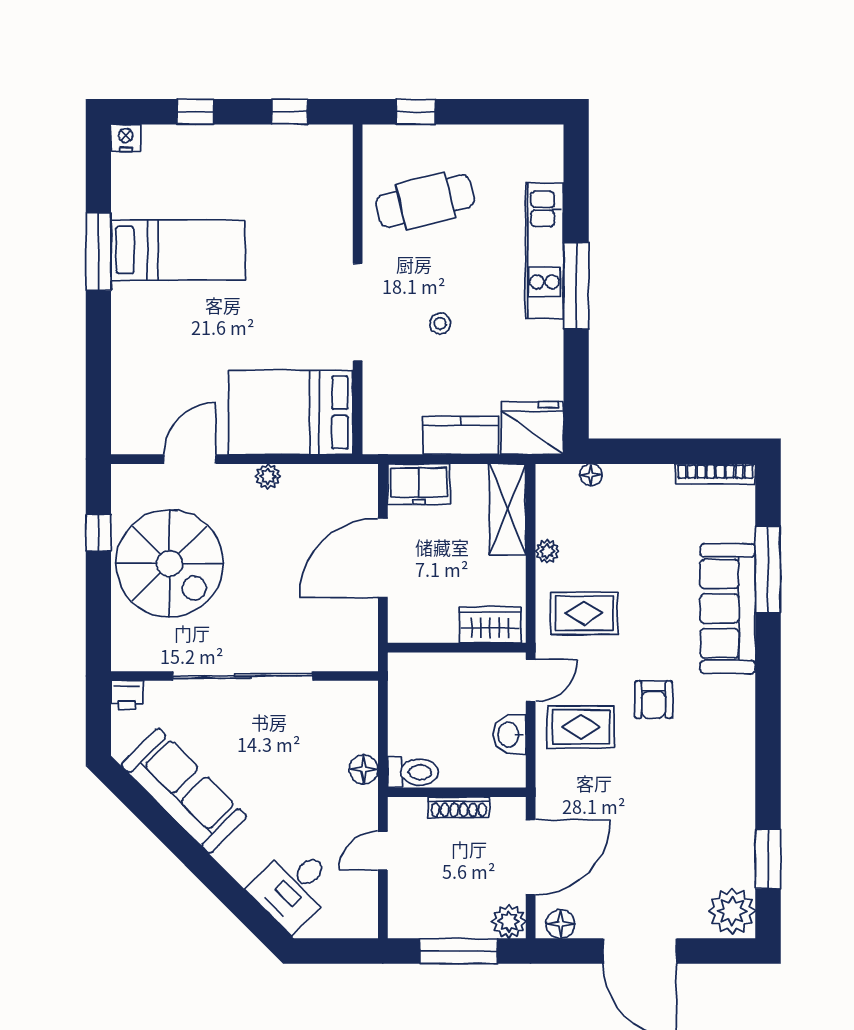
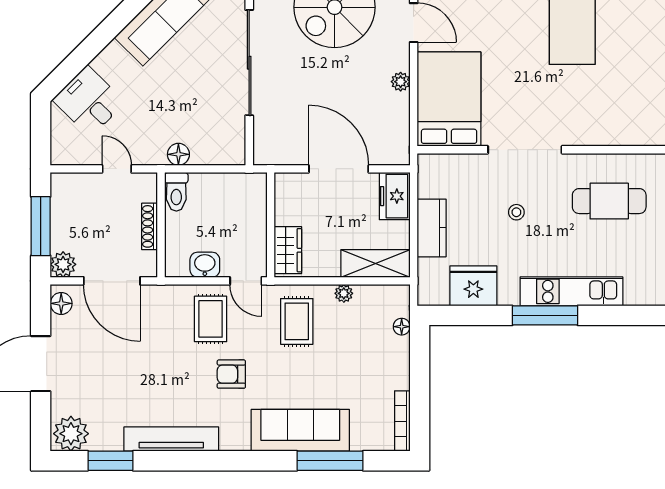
cafe table: (425, 201) -> (609, 201), turned -76
fridge: (532, 428) -> (473, 286), moved, turned -90
tv unit: (739, 779) -> (171, 439), added

